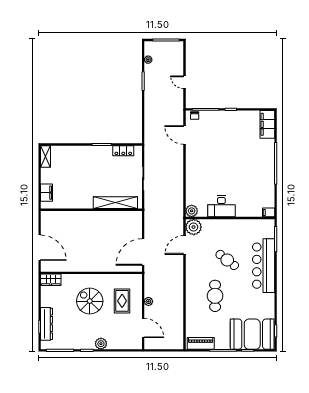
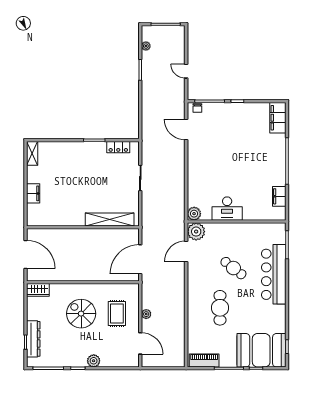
shelving: (115, 203) -> (110, 220), moved
wall: (91, 210) -> (83, 227), moved
filing cabinet: (269, 212) -> (279, 196), moved, width x2.00

